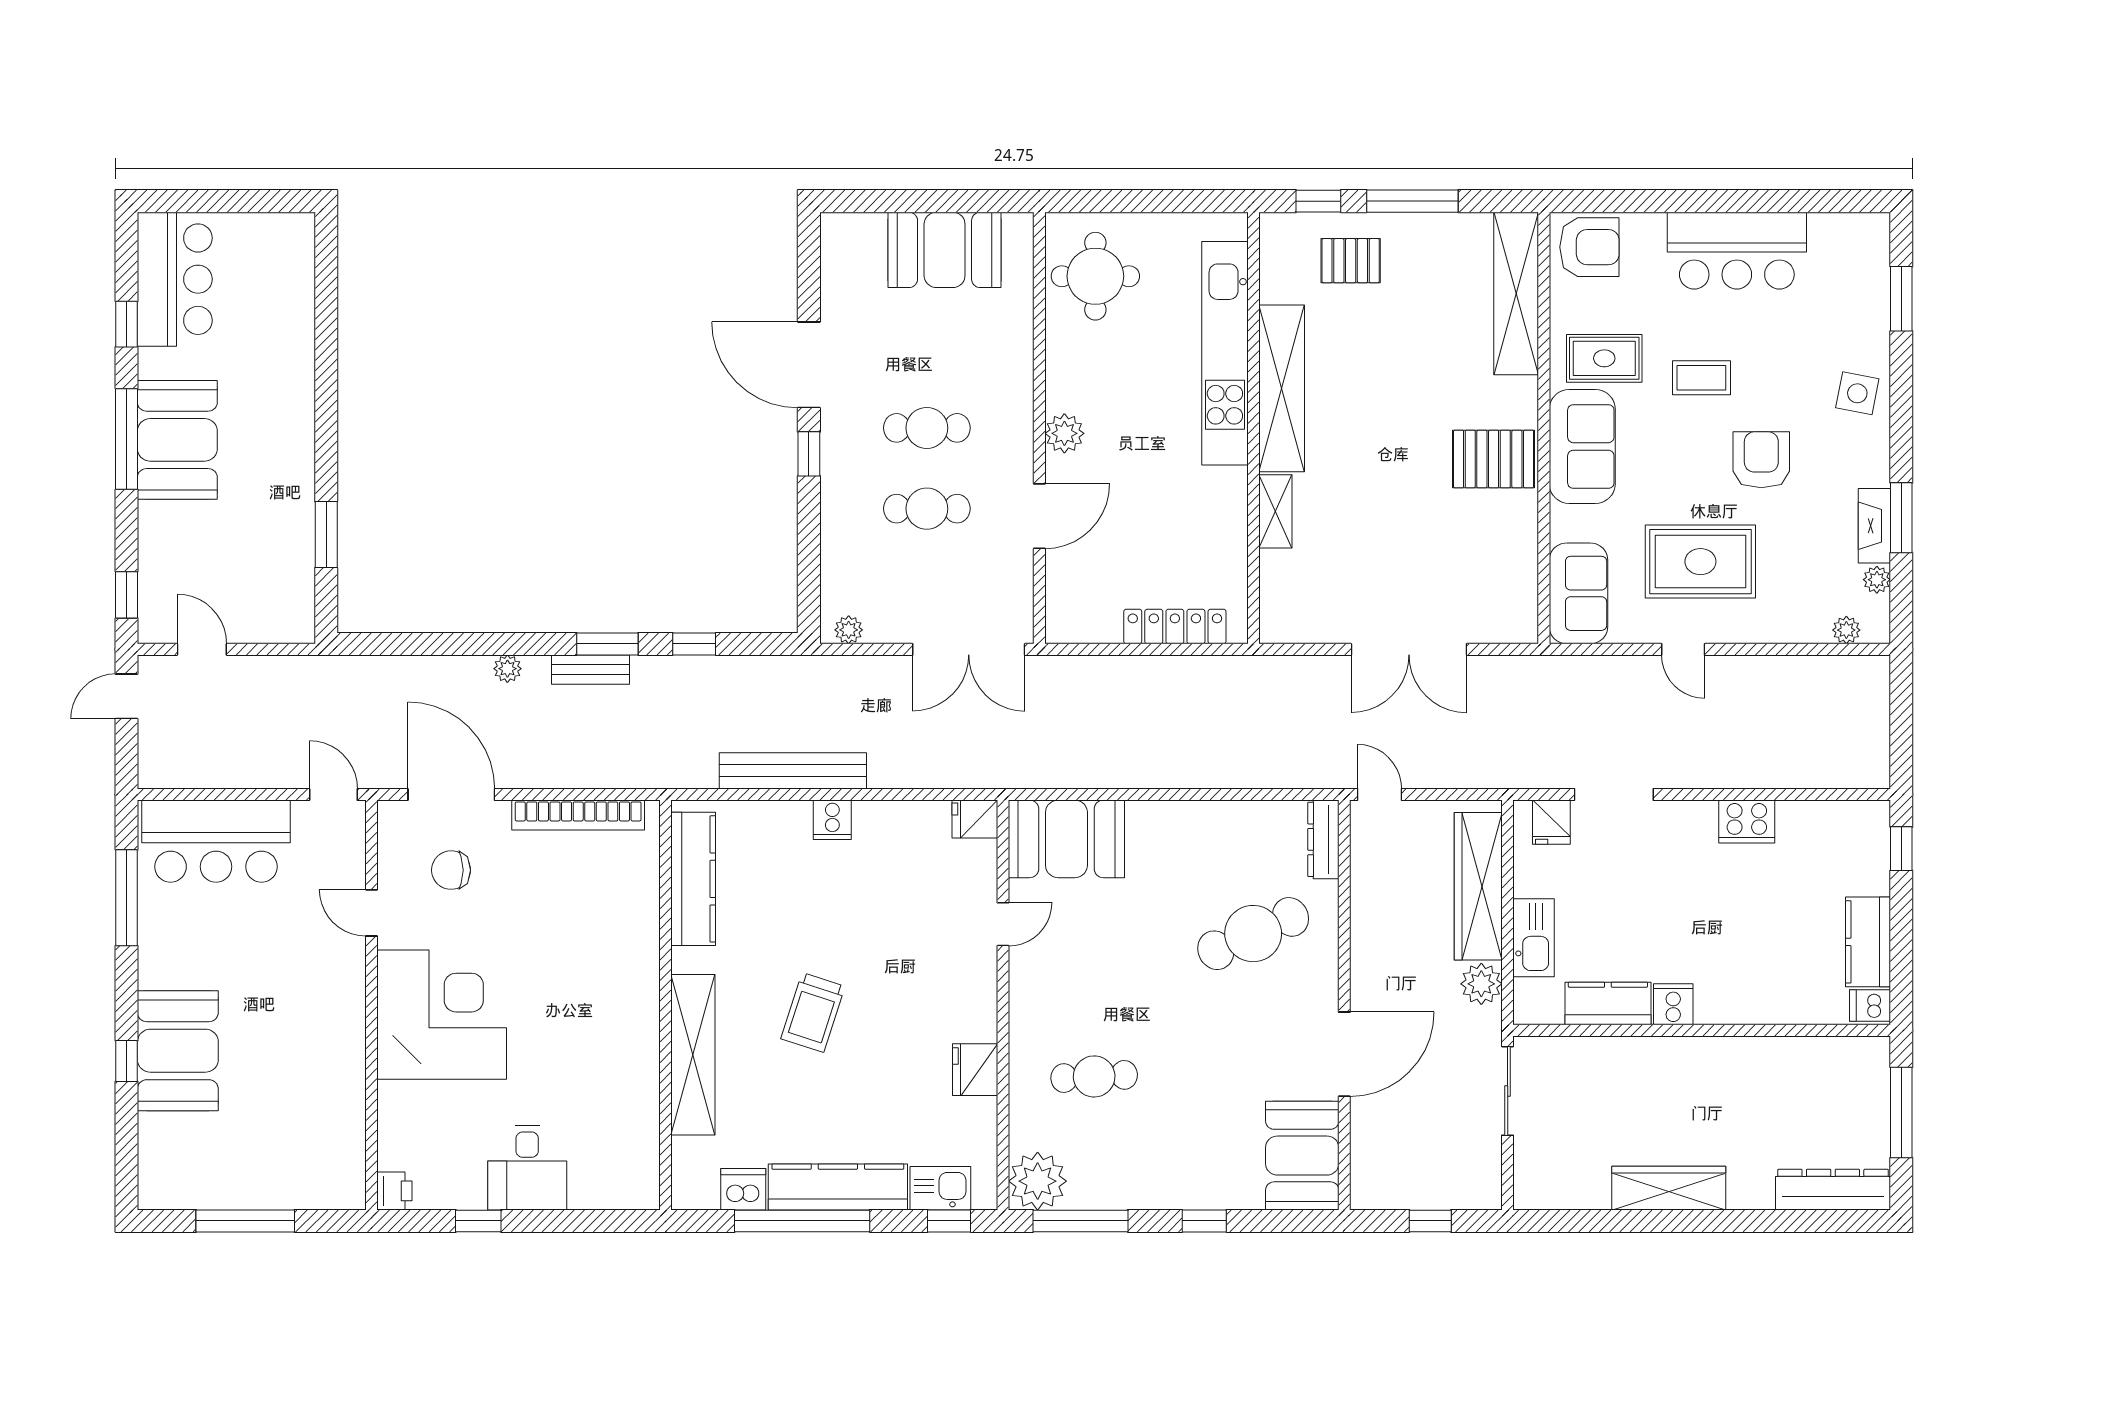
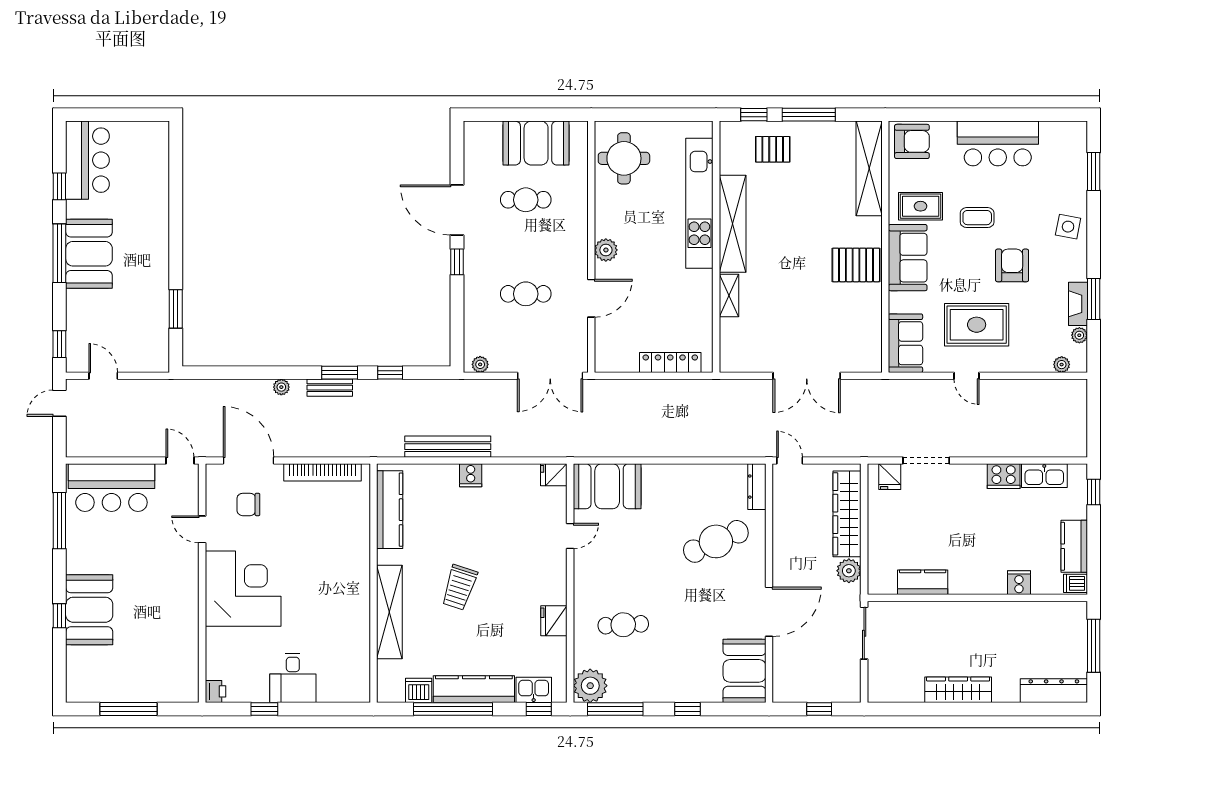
cafe table: (927, 428) -> (526, 200), moved
kitchen sink: (1534, 938) -> (1044, 476), moved, turned 90
cooker: (1673, 1004) -> (1019, 583), moved

